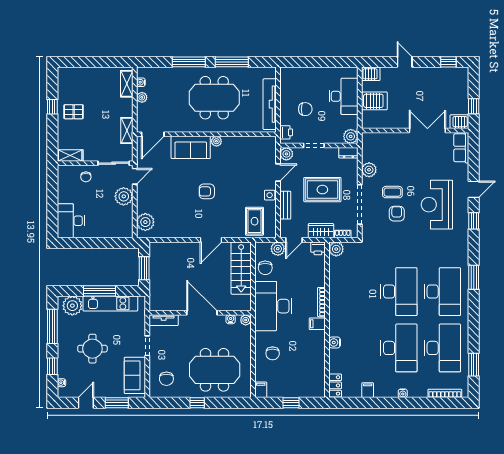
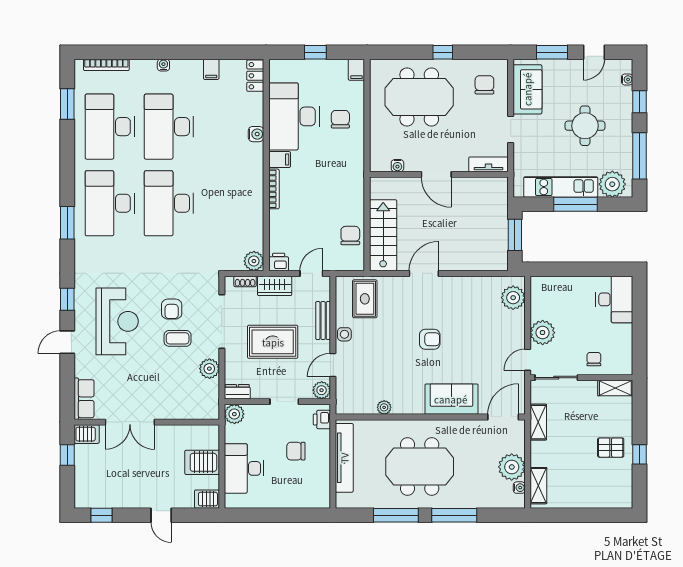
plant: (142, 97) -> (512, 467), width x1.87, depth x1.87
plant: (216, 141) -> (384, 407), moved
plant: (278, 249) -> (333, 261), removed
desk: (273, 306) -> (294, 116), moved, turned 180
door: (202, 313) -> (436, 174), width x0.73
plant: (246, 320) -> (377, 165), removed

